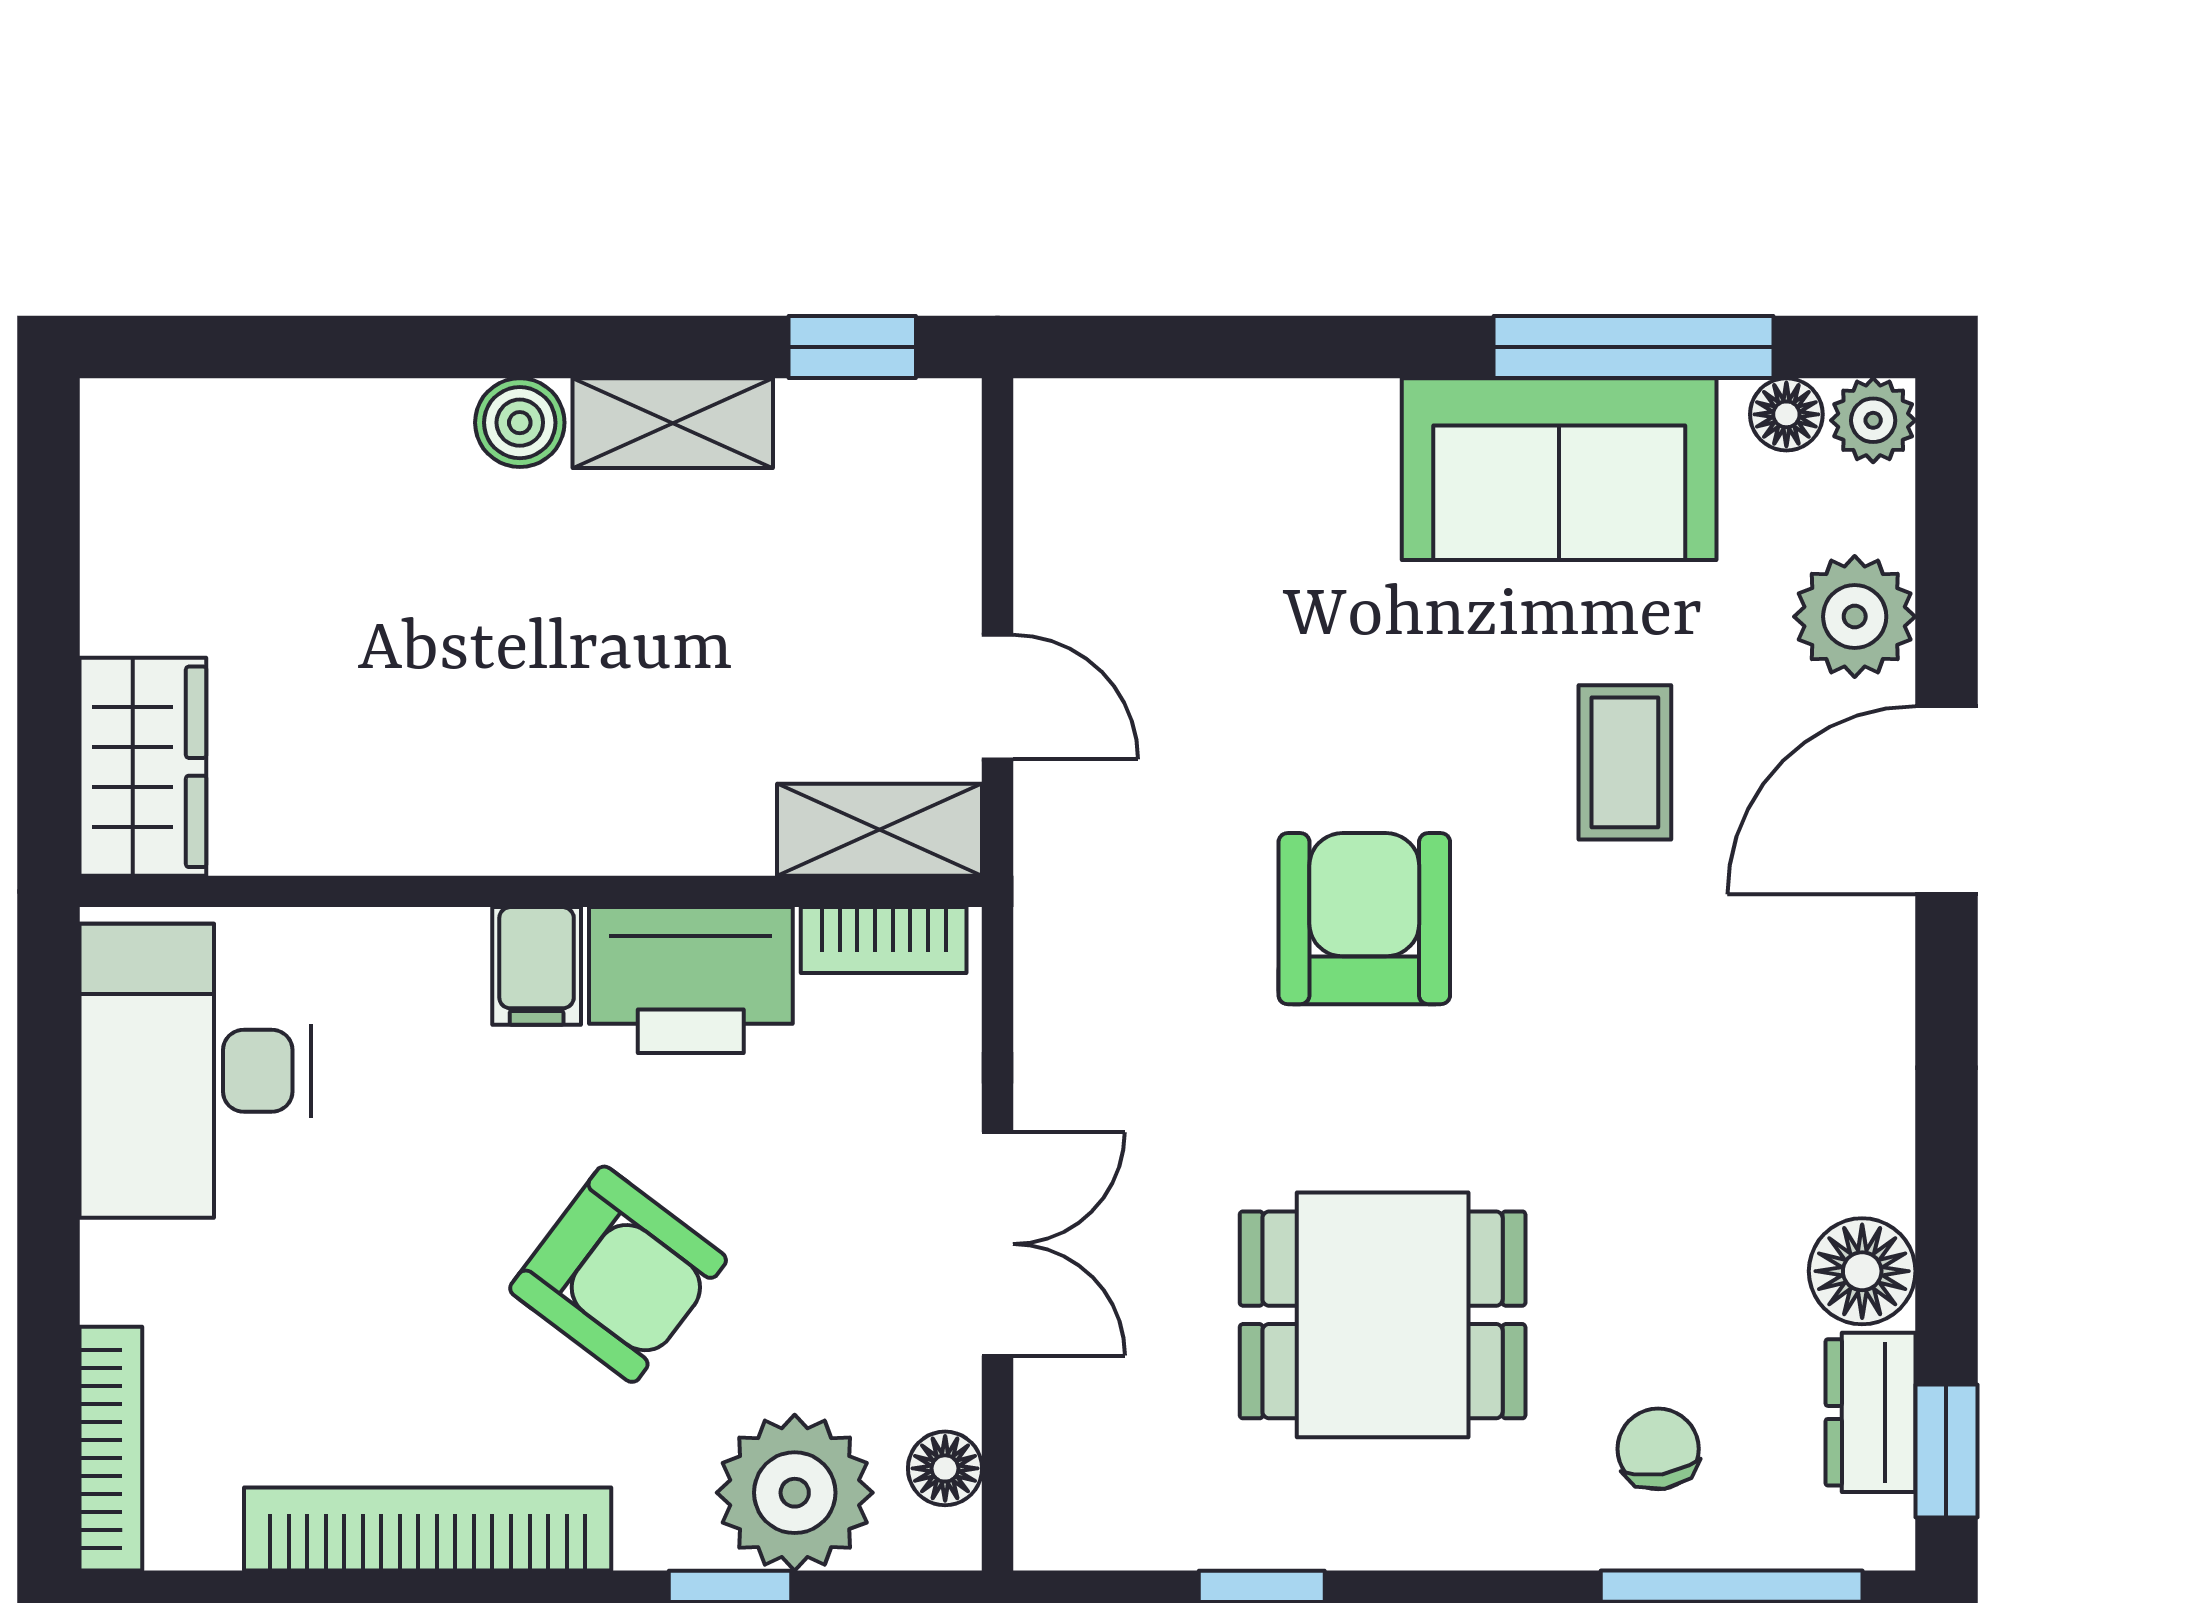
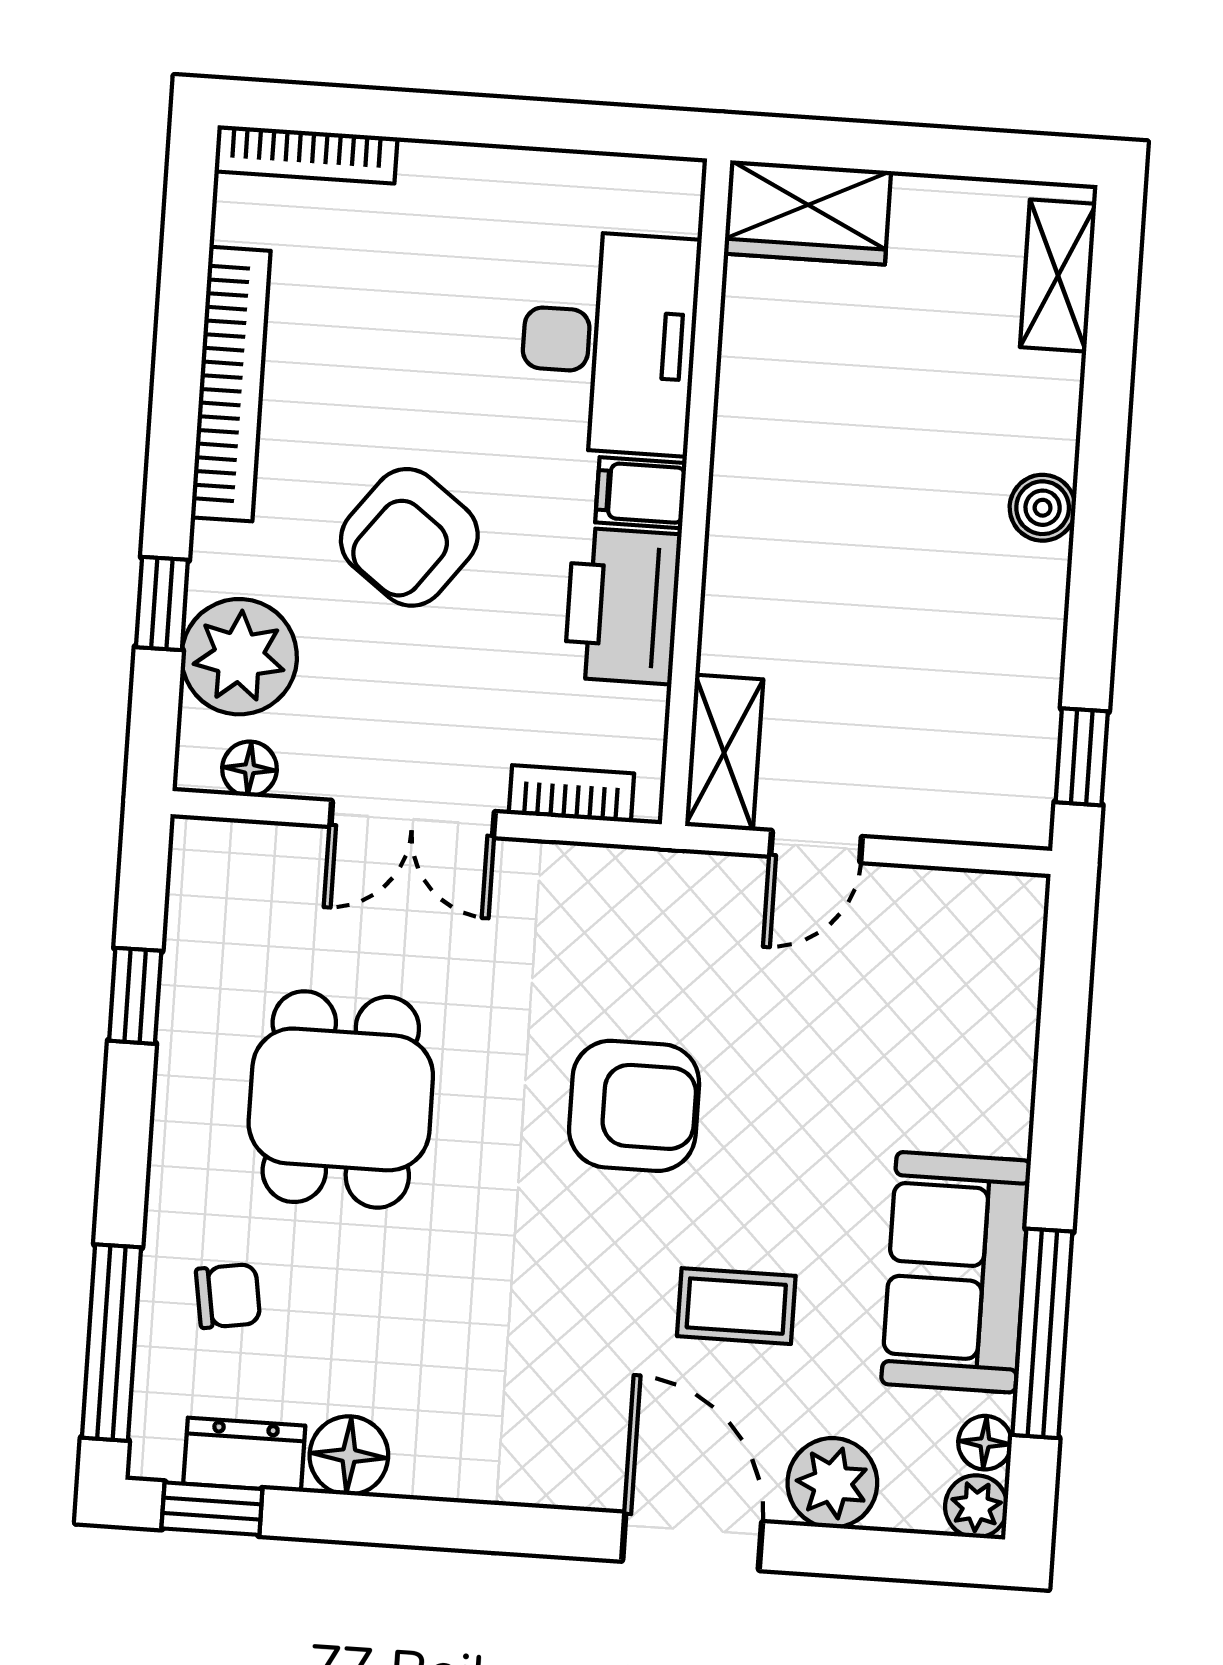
shelving: (673, 423) -> (1058, 276), moved
bookcase: (884, 940) -> (571, 794), moved, turned 90
desk: (195, 1071) -> (609, 343), moved, turned 90

